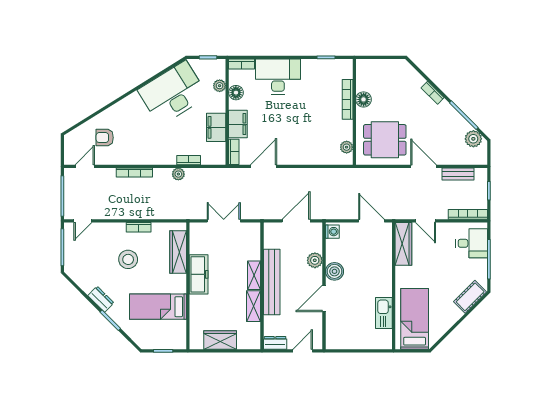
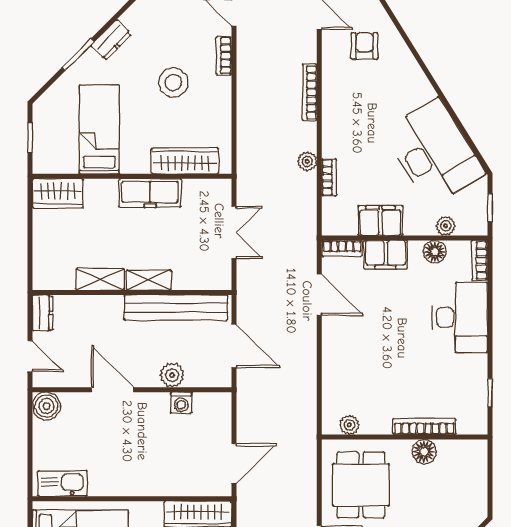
bookcase: (139, 227) -> (224, 56), moved
washing machine: (332, 232) -> (181, 403), moved
boiler: (334, 271) -> (46, 406), moved
bench: (272, 282) -> (176, 308), moved
kitchen sink: (384, 313) -> (62, 483), moved
wardrobe: (220, 340) -> (58, 193), moved, turned 90

